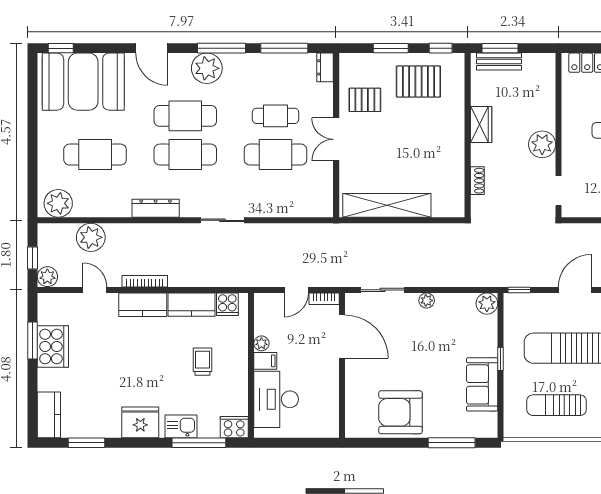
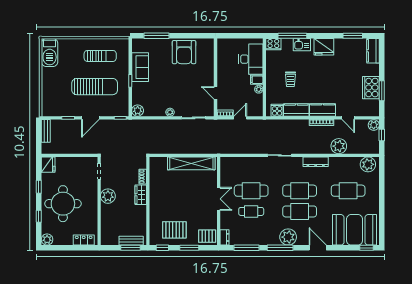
pallet: (365, 100) -> (207, 236), moved
wardrobe: (481, 125) -> (141, 195), moved
plant: (91, 237) -> (339, 146), moved
door: (342, 337) -> (215, 93), width x0.53
armchair: (400, 412) -> (184, 52), turned 90

